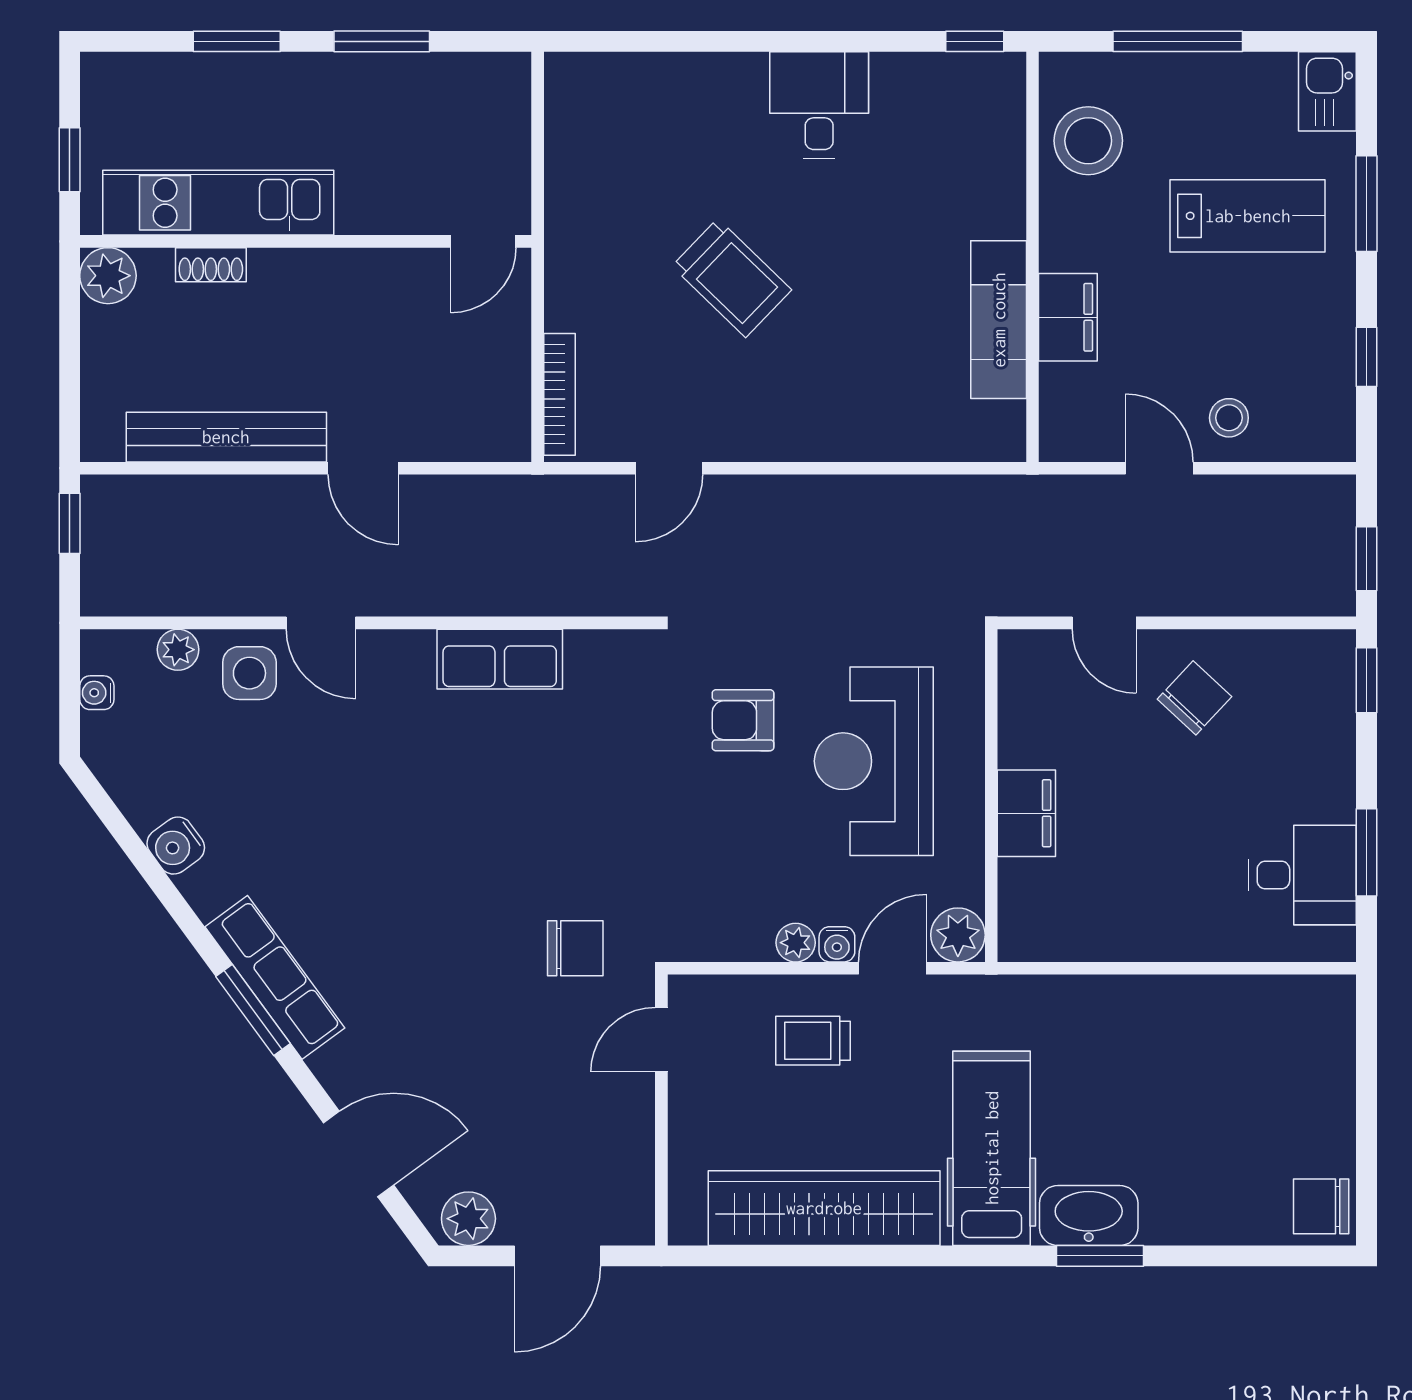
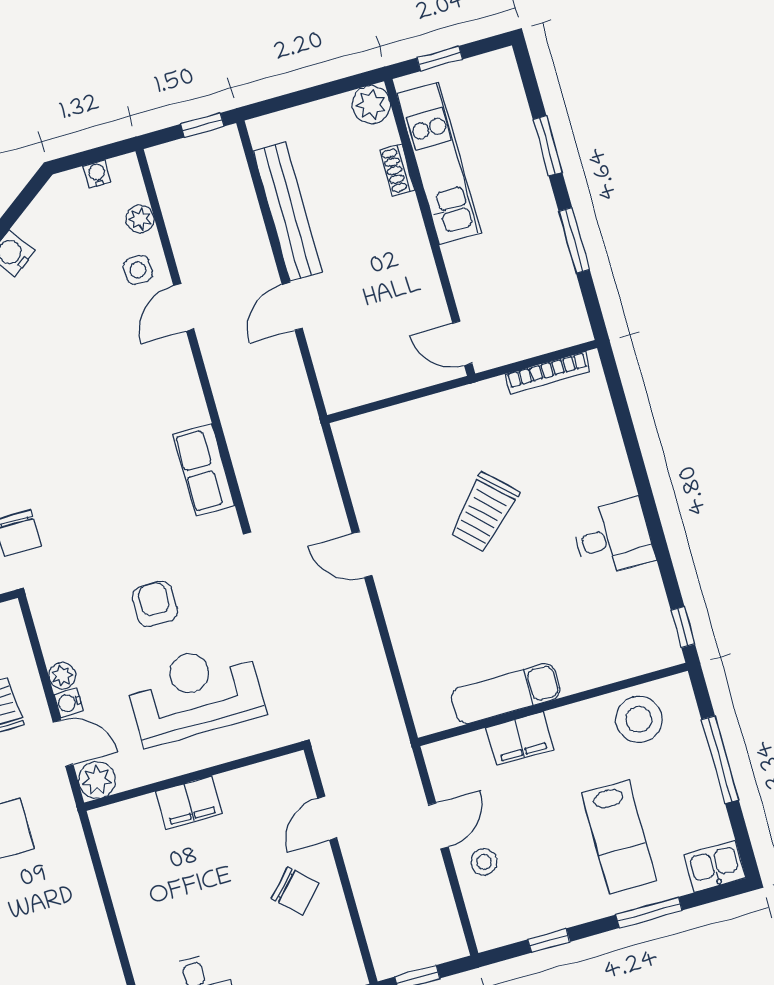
bookcase: (559, 394) -> (548, 373), moved
door: (669, 468) -> (362, 555), moved
row of seats: (500, 659) -> (204, 469), moved
side table: (249, 673) -> (138, 270), width x0.73, depth x0.73
armchair: (743, 720) -> (155, 604), moved

